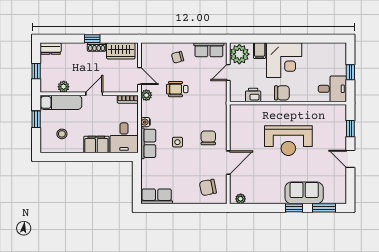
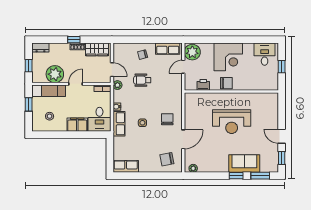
filing cabinet: (260, 51) -> (208, 49), removed
plant: (64, 87) -> (55, 74), width x1.88, depth x1.88
desk: (332, 89) -> (265, 54), moved, turned -90
window: (350, 129) -> (282, 158), moved

